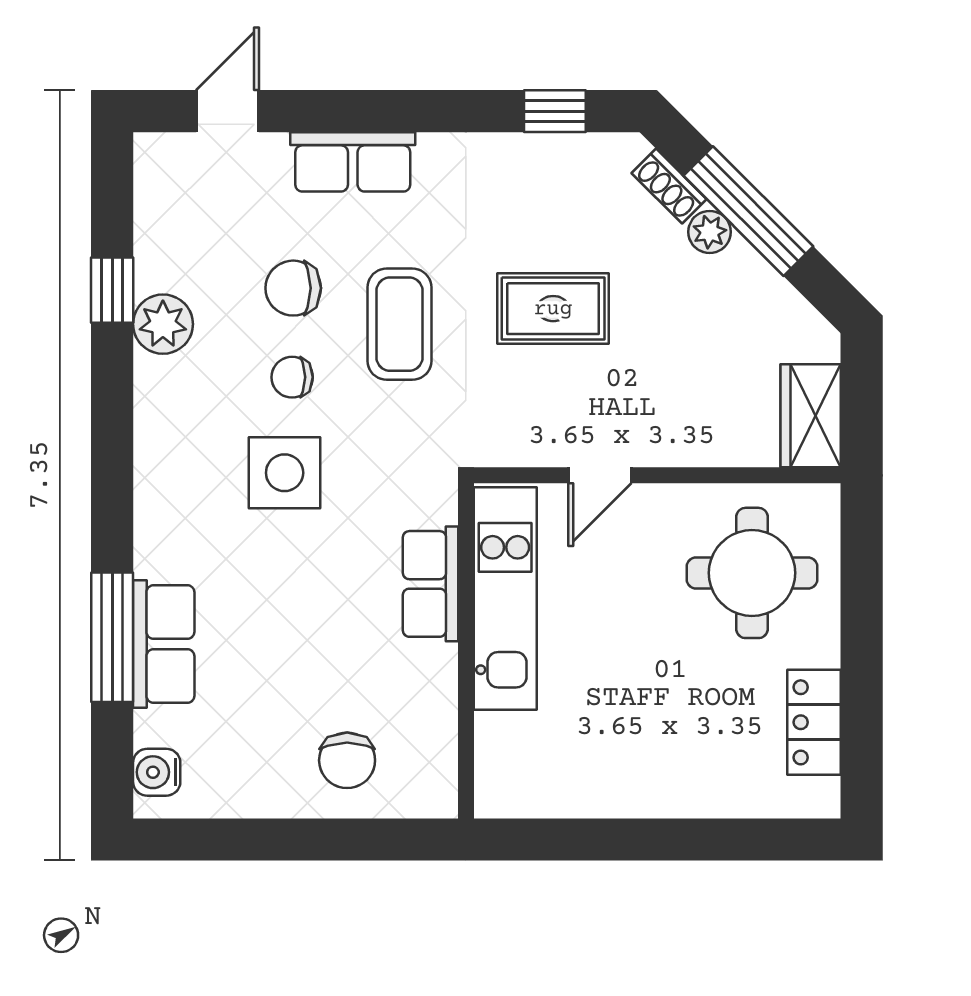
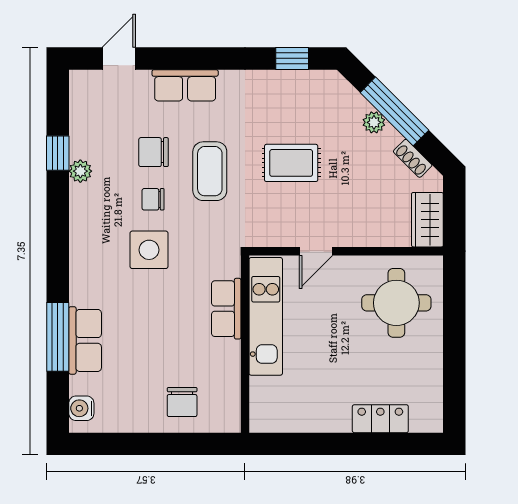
shoe rack: (669, 186) -> (413, 158), moved
plant: (163, 324) -> (80, 171), width x0.73, depth x0.73
locker: (814, 722) -> (380, 419), moved, turned 90

